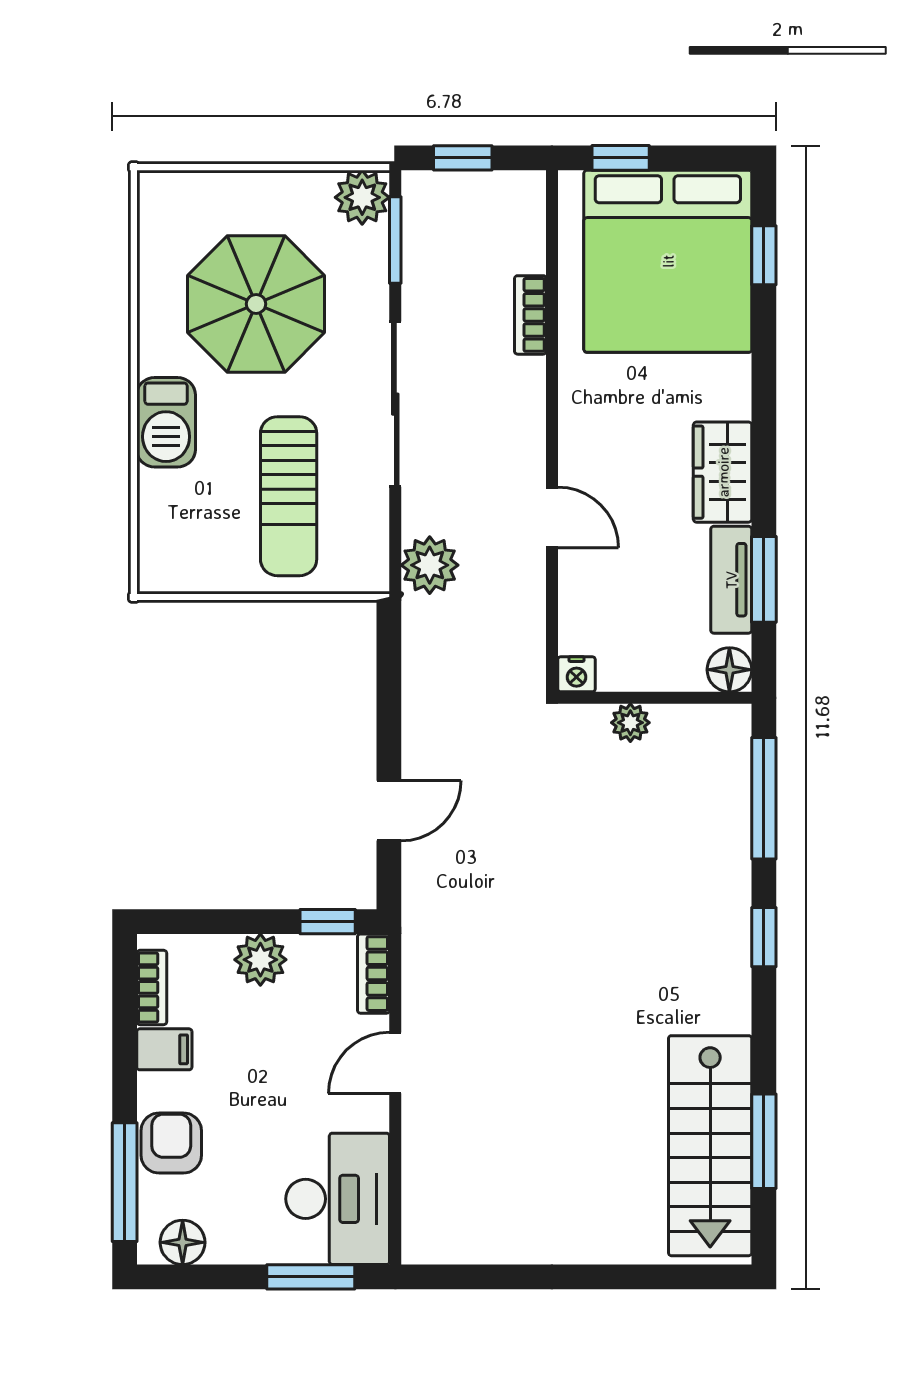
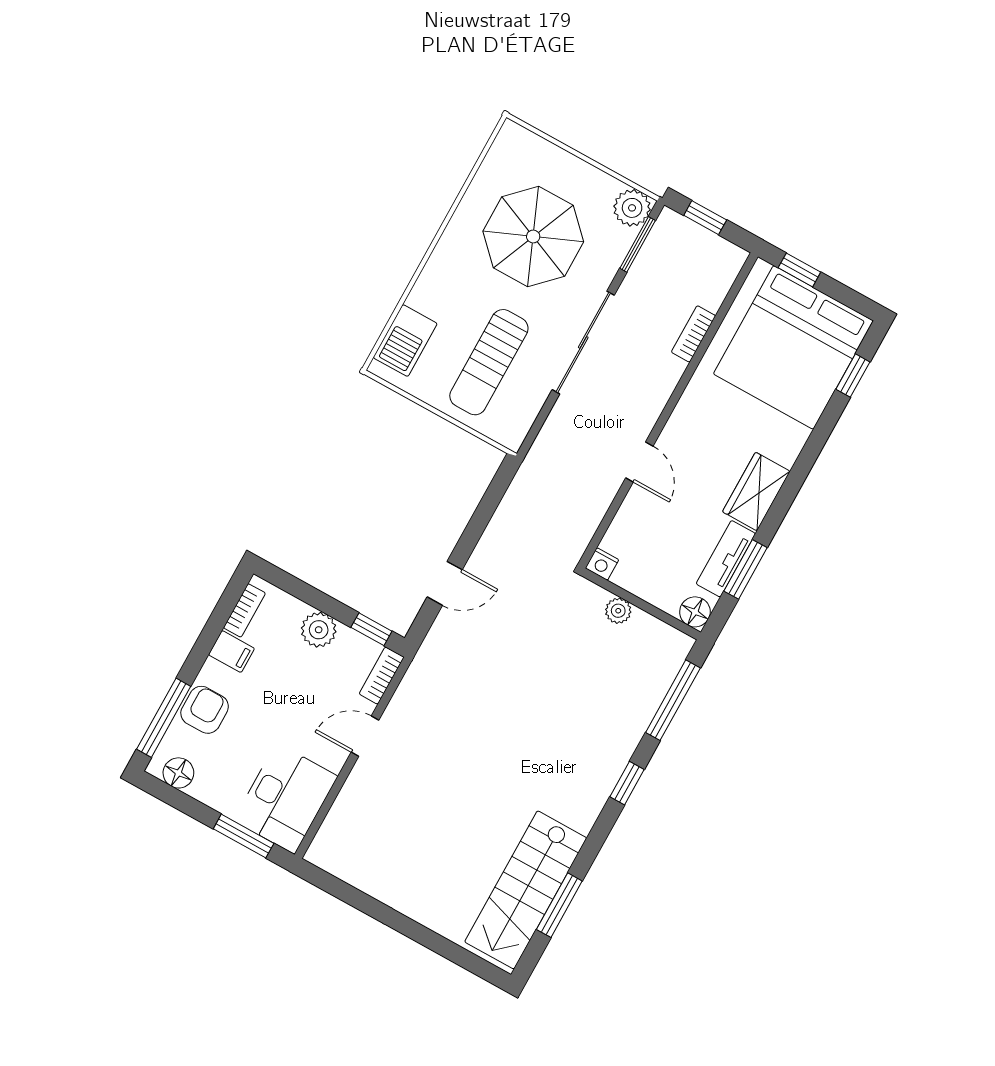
barbecue: (166, 422) -> (405, 341), moved
plant: (430, 565) -> (550, 450), removed

